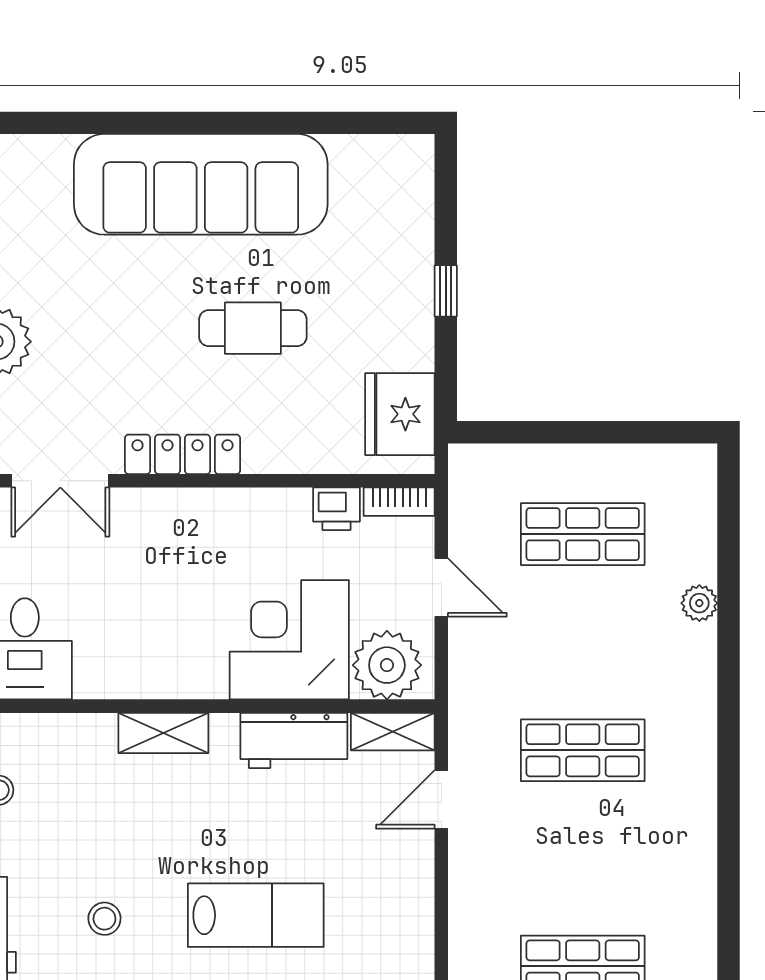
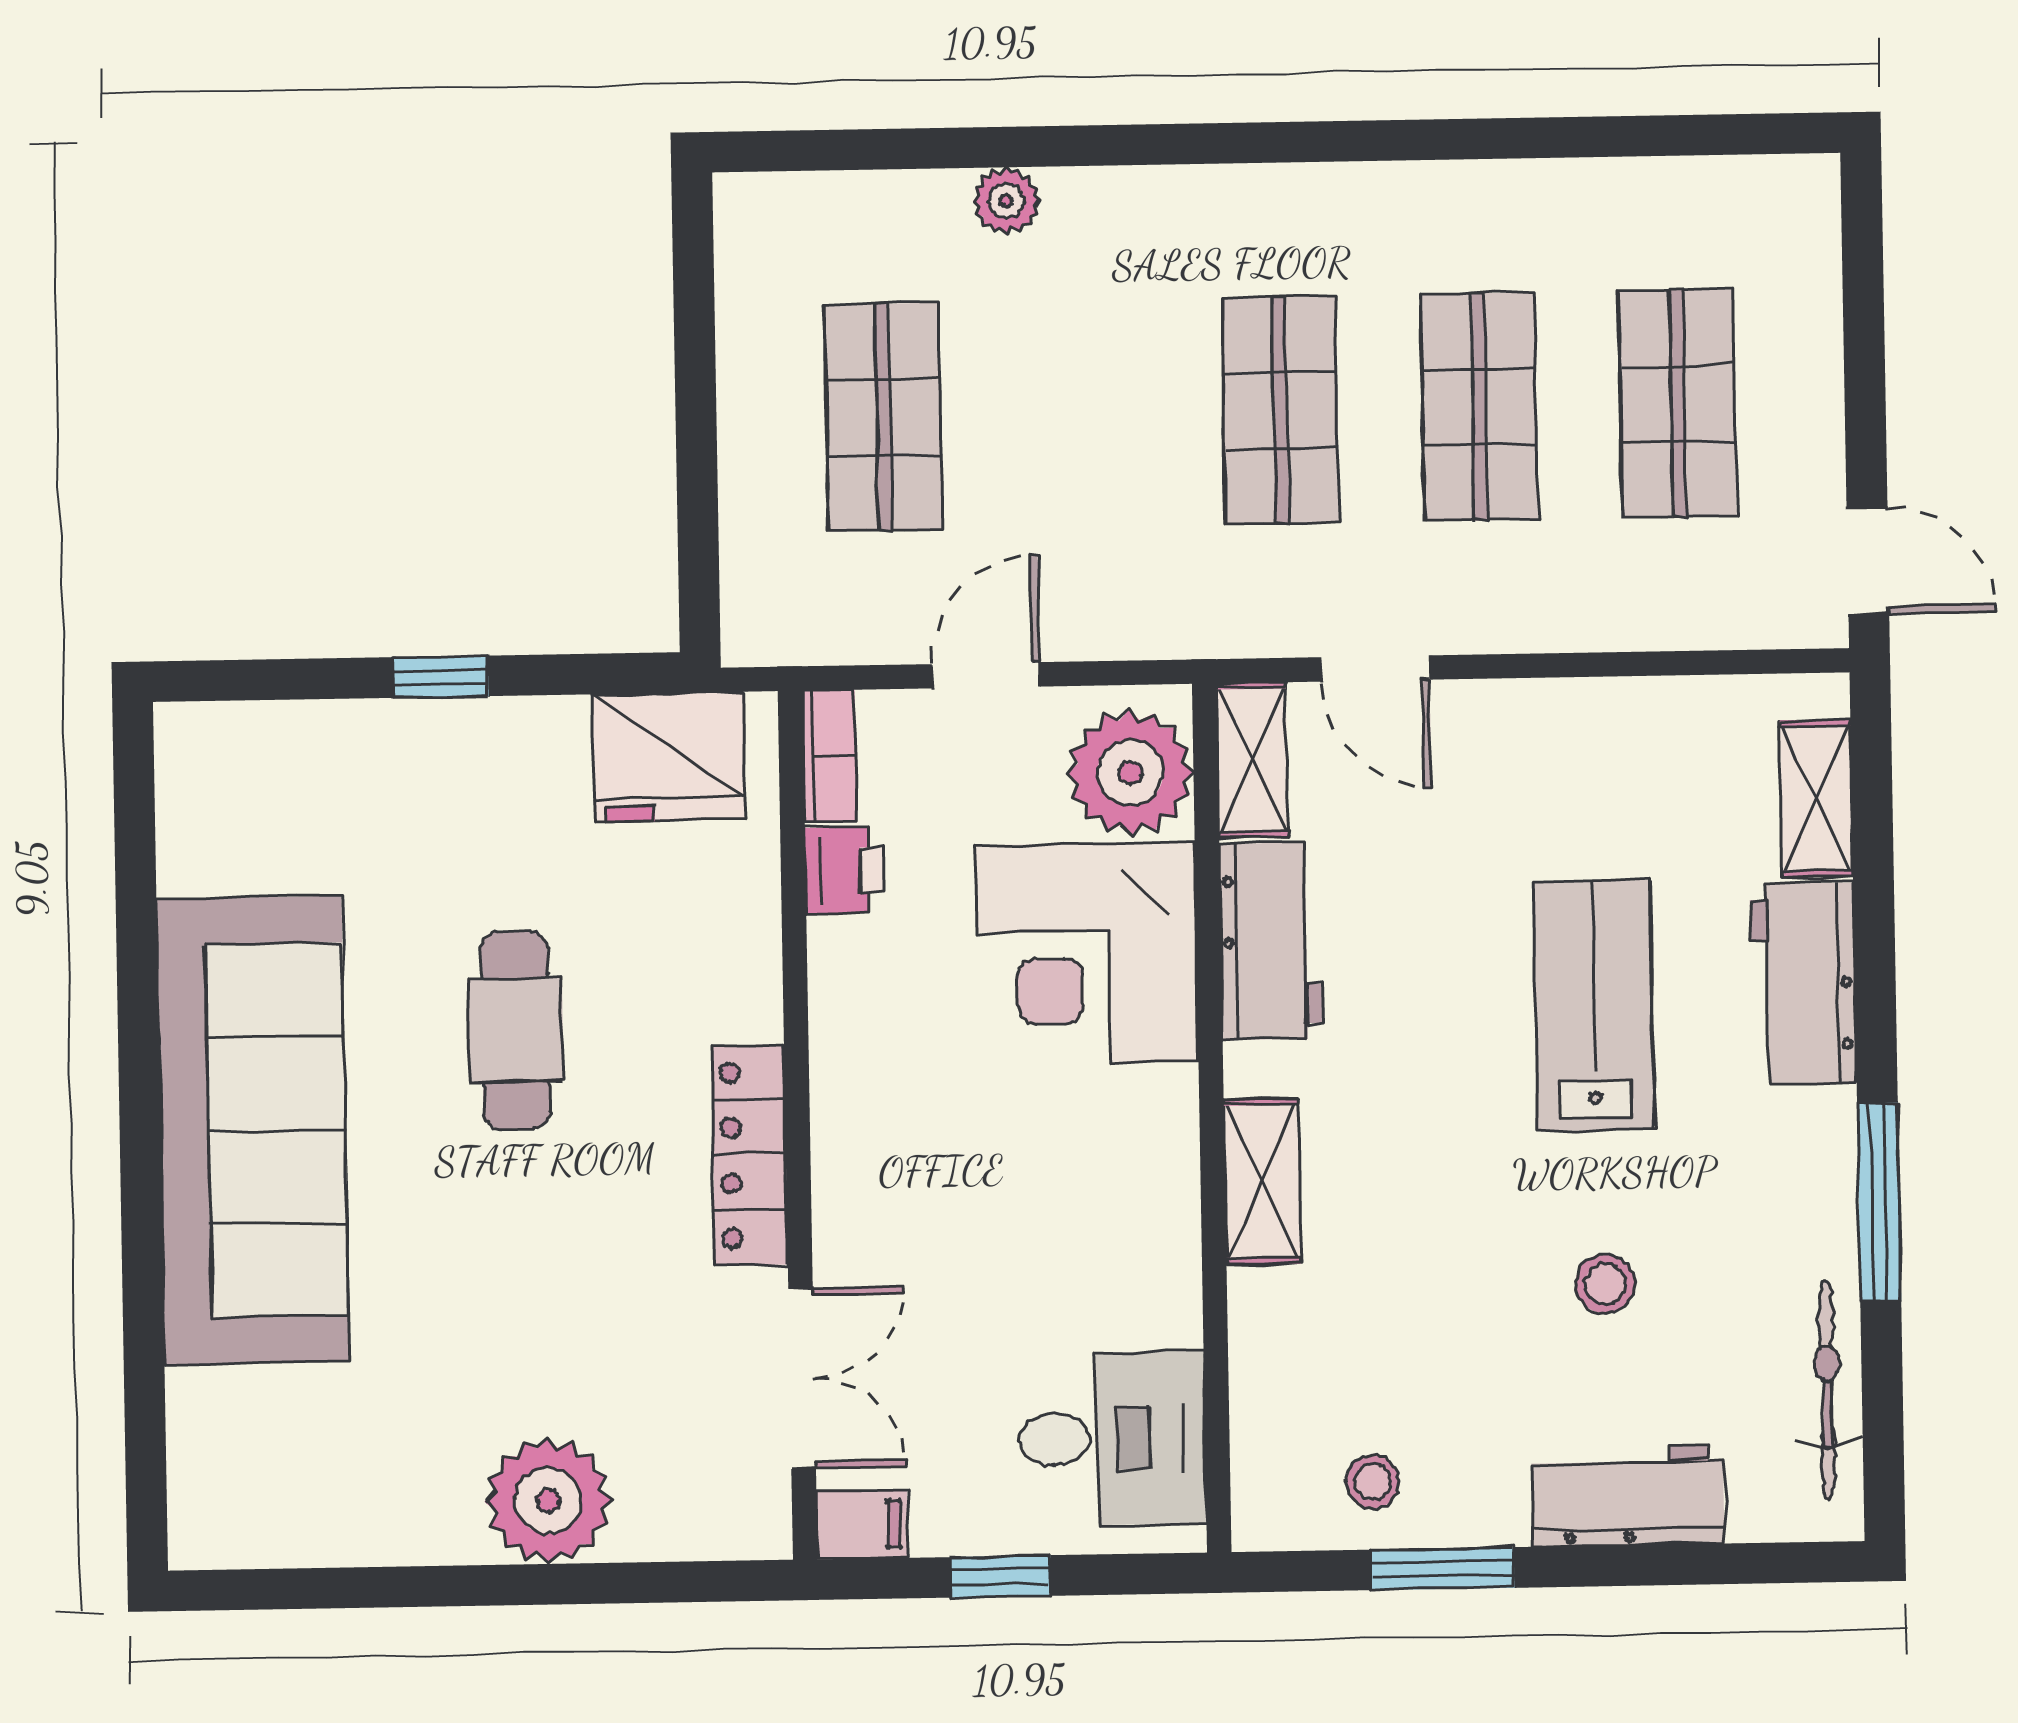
shop shelf: (583, 858) -> (1479, 407), added

